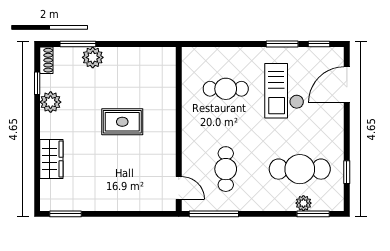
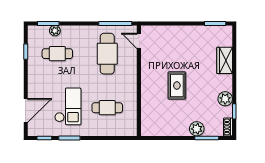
rug: (122, 122) -> (177, 86), turned 90
cafe table: (226, 169) -> (107, 54), width x1.37, depth x1.35
cafe table: (300, 169) -> (57, 54), width x0.73, depth x0.74

